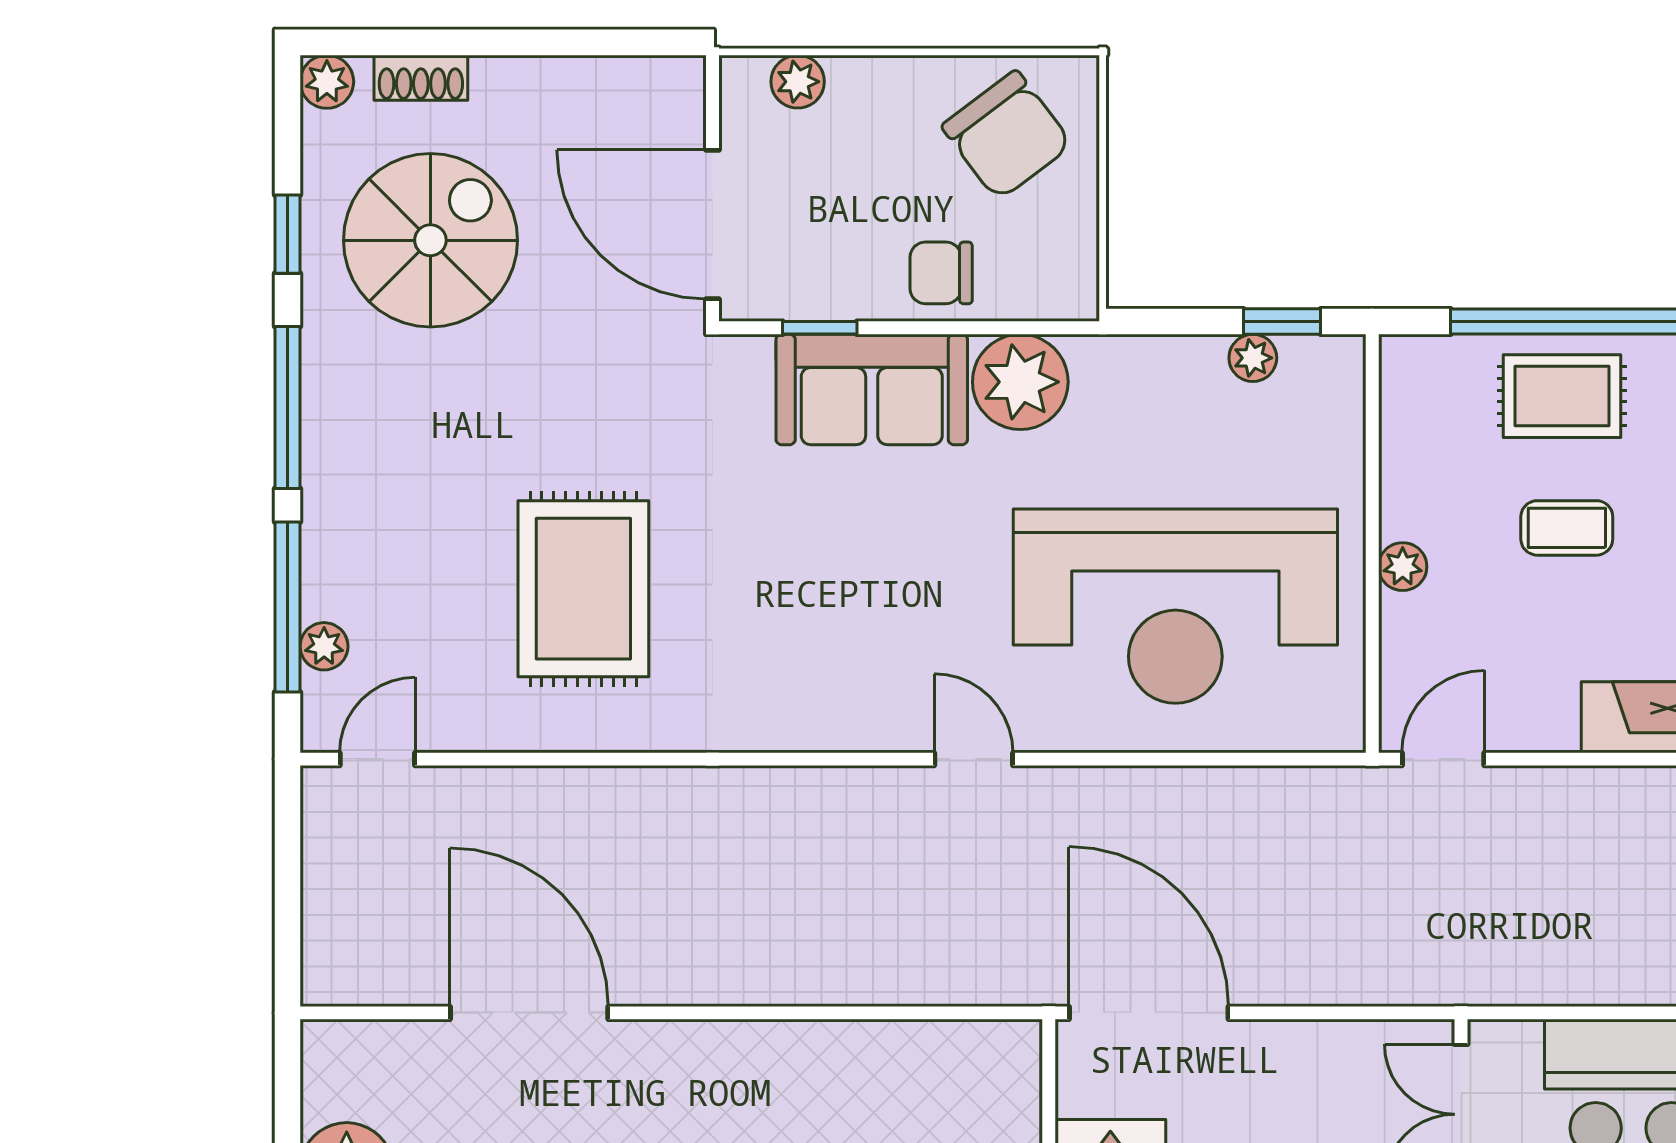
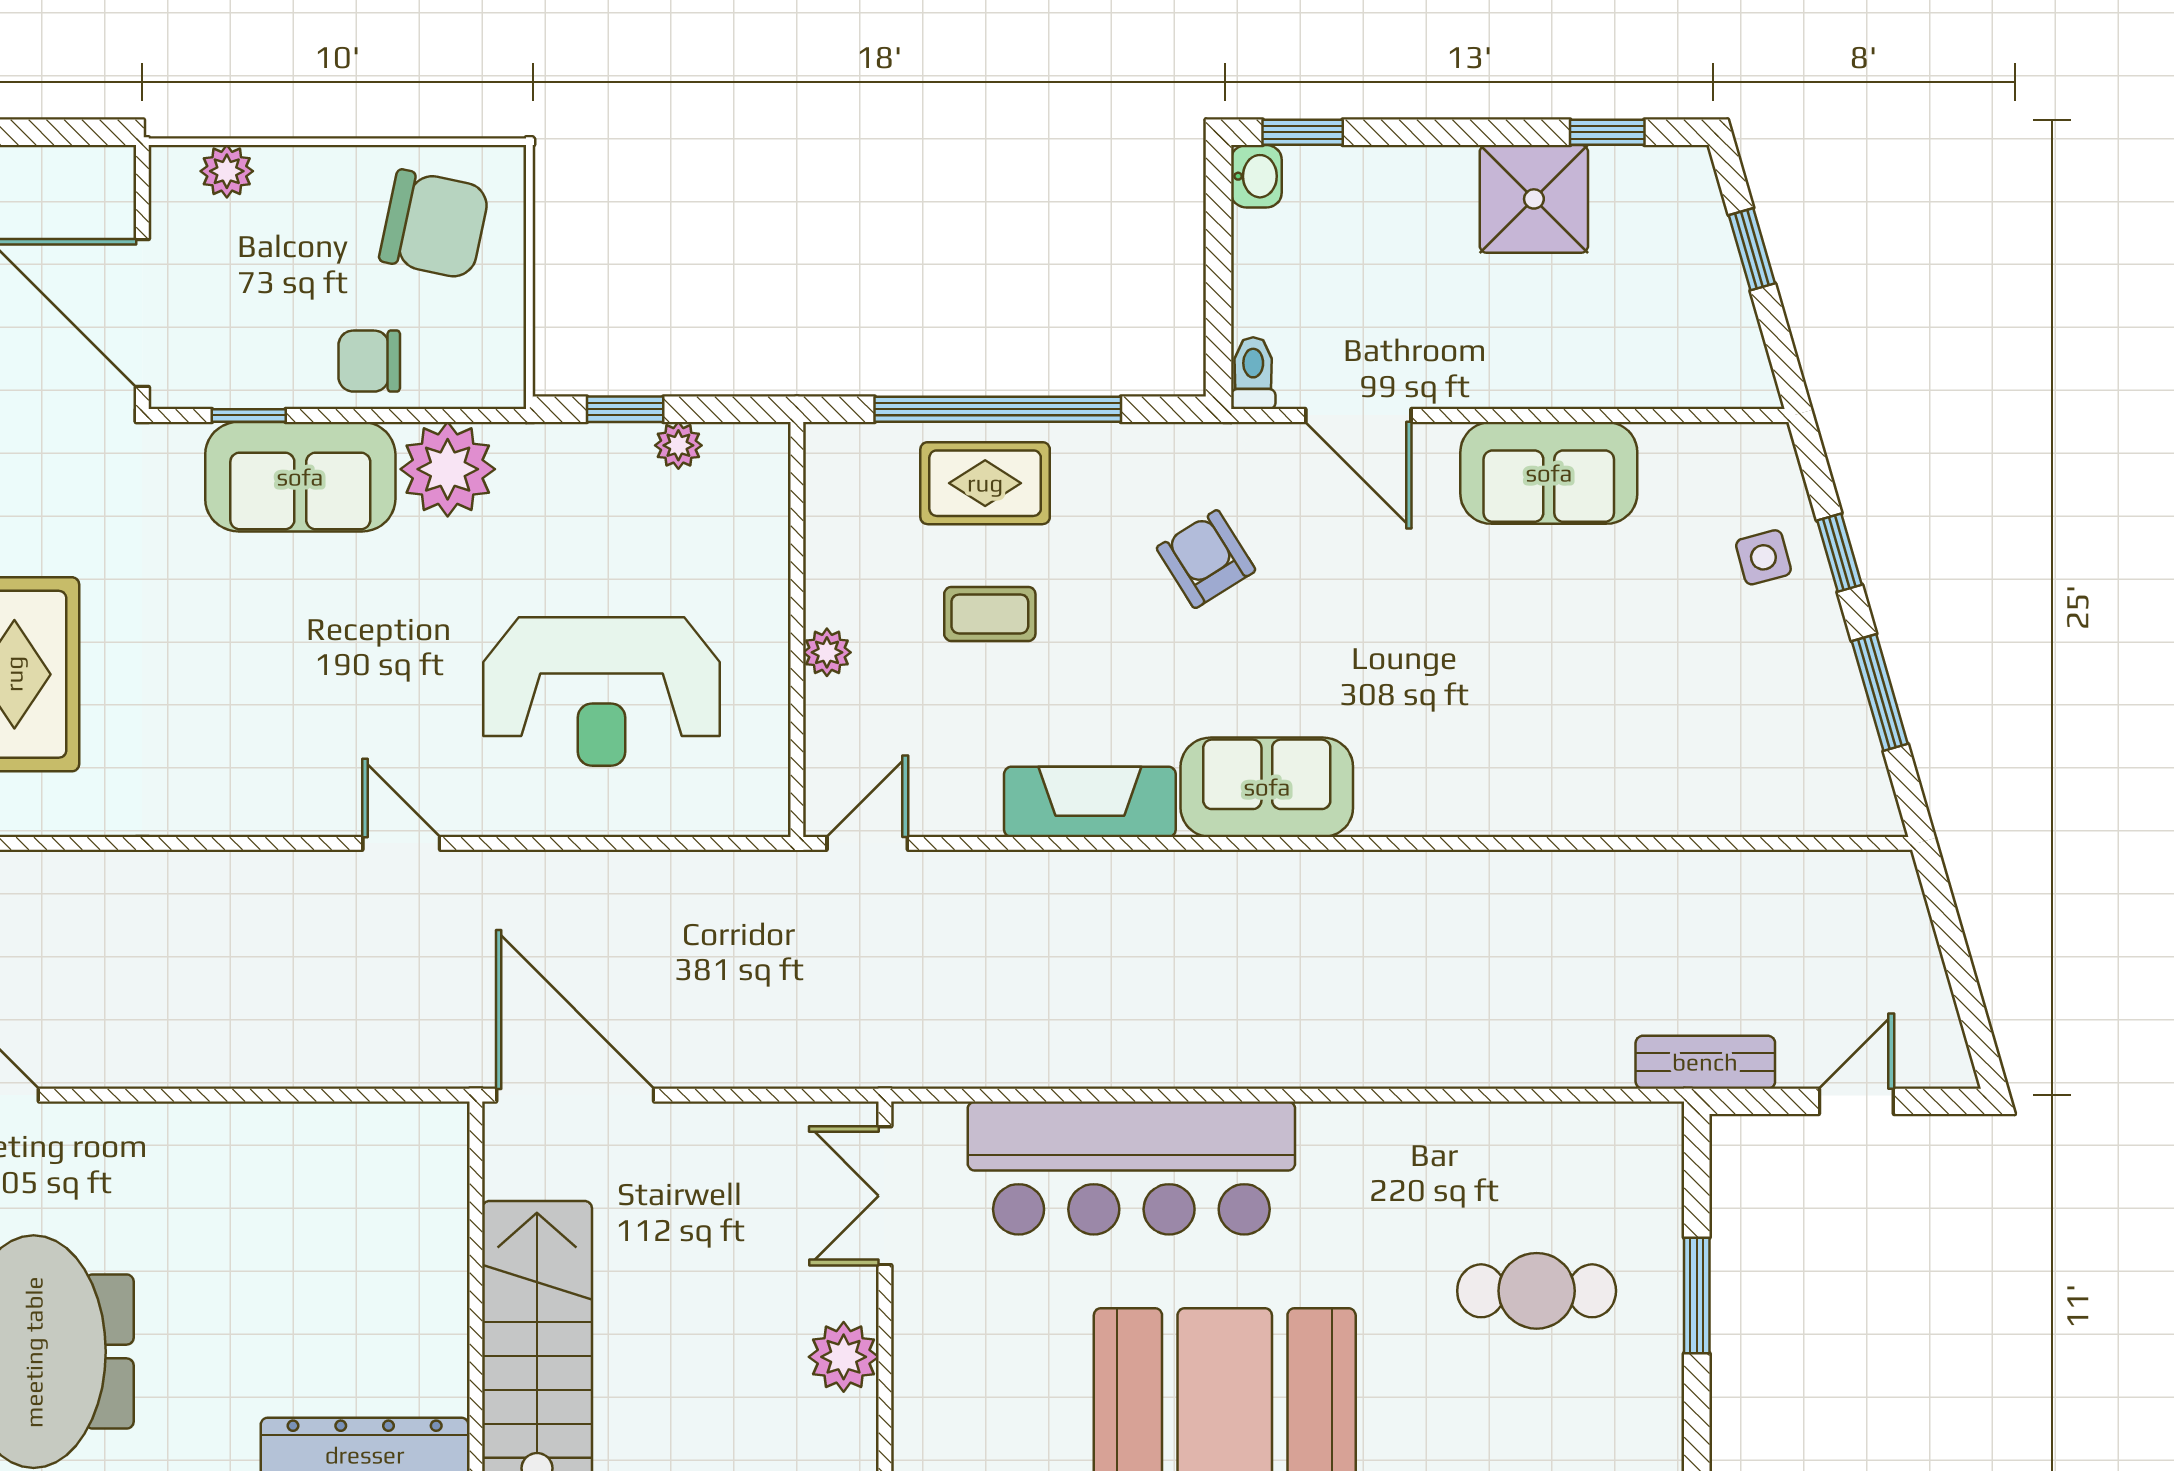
chair: (1007, 135) -> (434, 224), turned -41
window: (1282, 321) -> (625, 409), moved
reception desk: (1175, 606) -> (602, 692), width x0.74, depth x0.77

